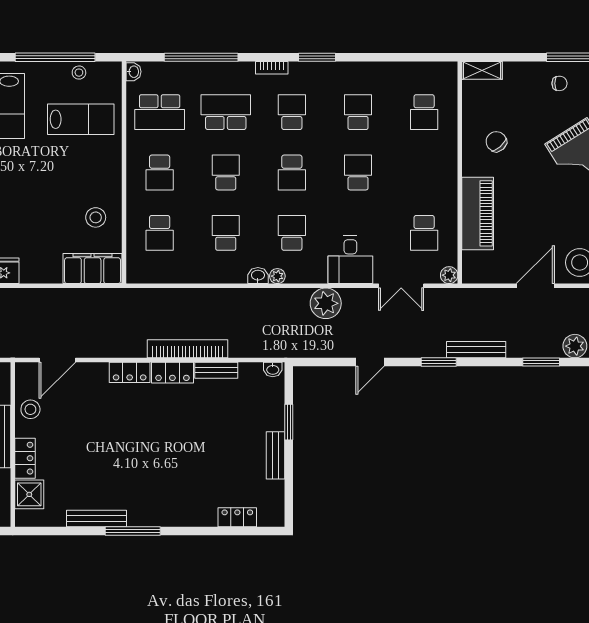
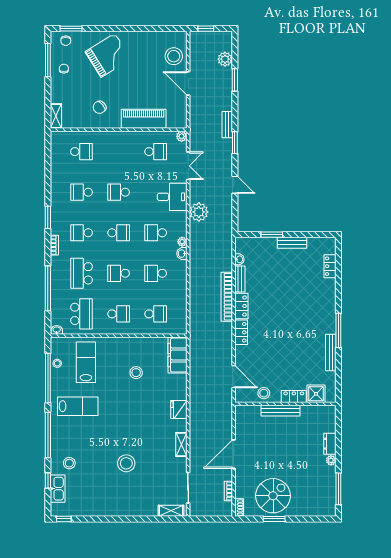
stool: (96, 217) -> (136, 373), moved
bench: (476, 350) -> (227, 125), width x0.73
washbasin: (273, 369) -> (239, 259), moved

